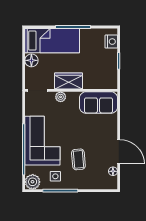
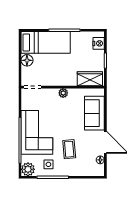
wardrobe: (69, 81) -> (90, 79), moved
plant: (61, 97) -> (63, 93), moved
sofa: (98, 103) -> (94, 113), moved, turned 90

